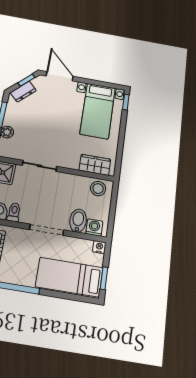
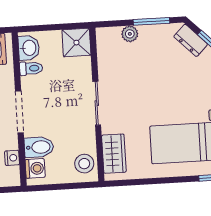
sliding door: (40, 166) -> (97, 103), moved
nightstand: (99, 247) -> (12, 158), moved

